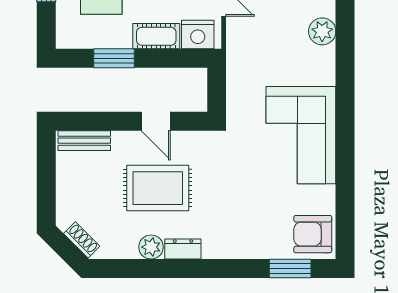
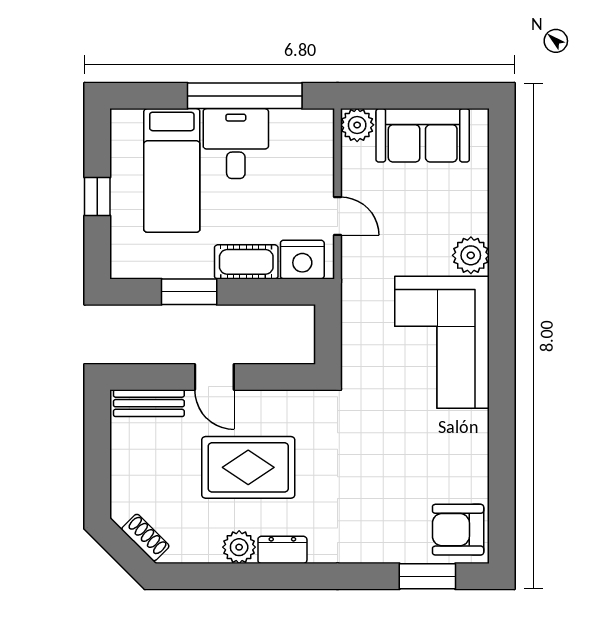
door: (156, 121) -> (214, 377), moved
corner sofa: (301, 135) -> (442, 342), moved

